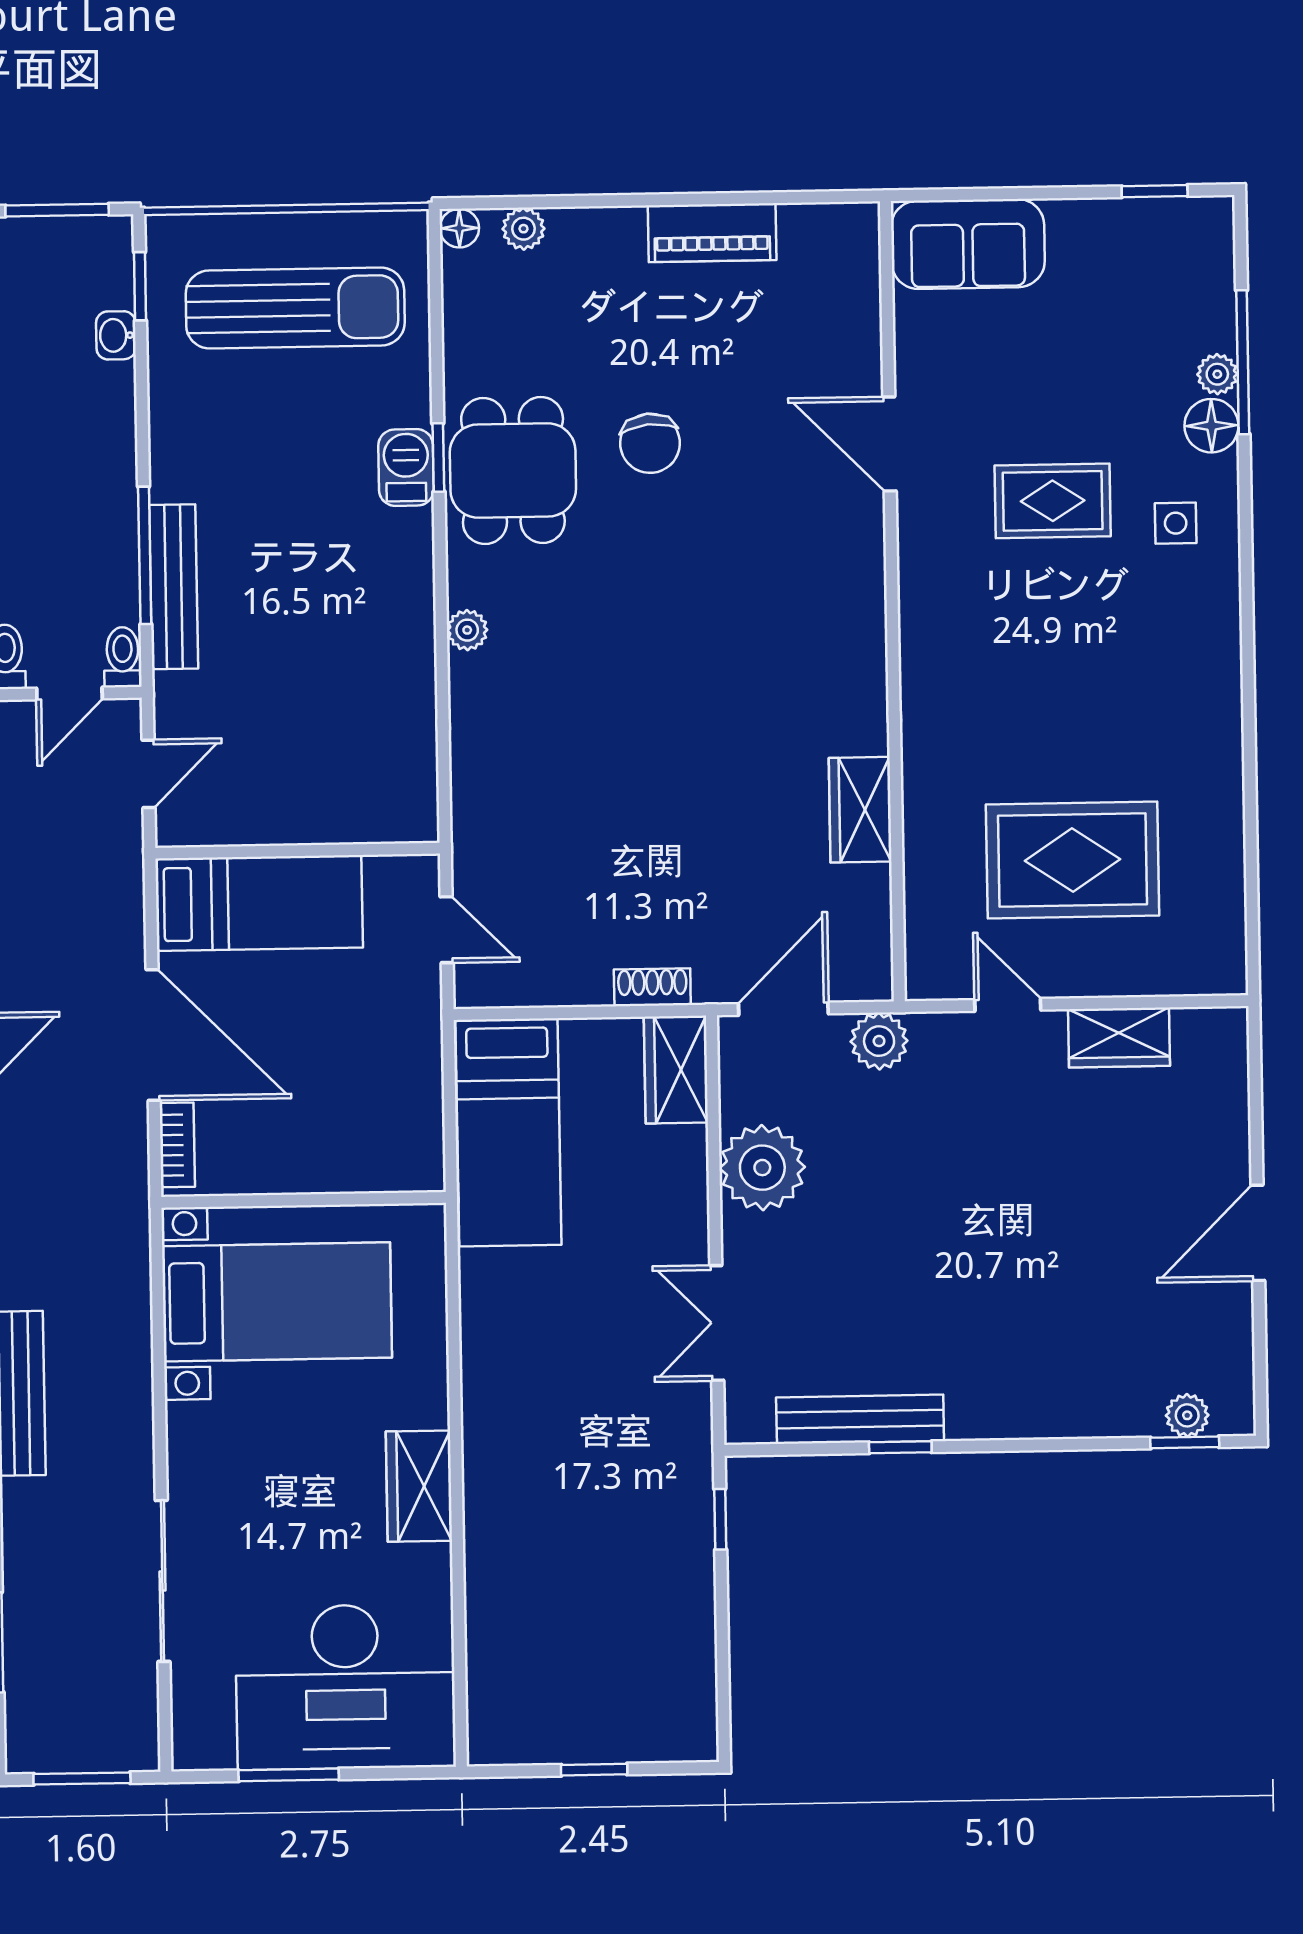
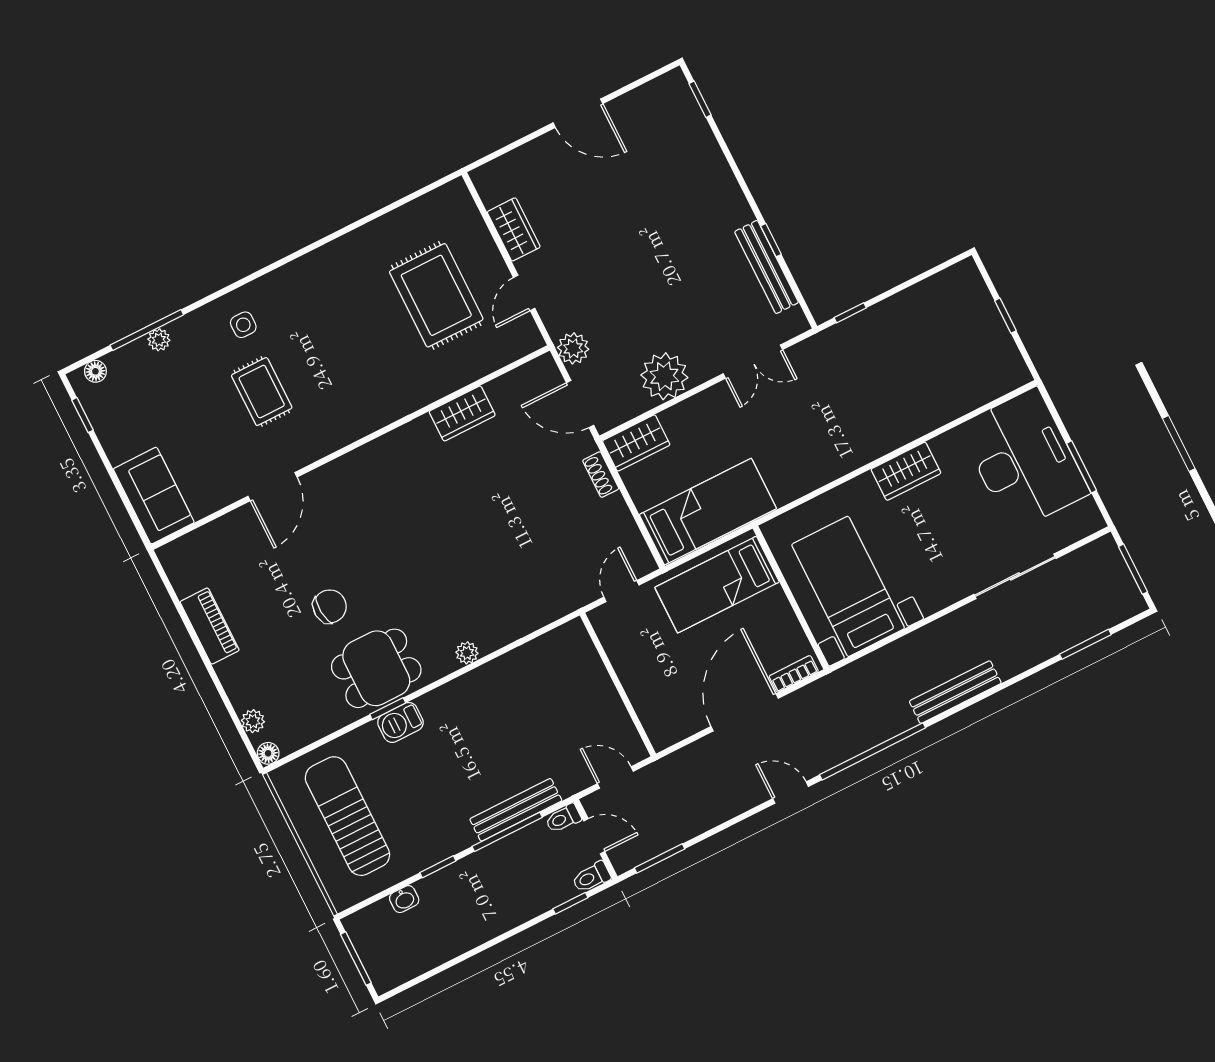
window: (140, 286) -> (438, 867), moved
floor lamp: (1211, 426) -> (95, 371), moved, width x0.73, depth x0.73
bed: (259, 903) -> (717, 585), moved, turned -90
plant: (1187, 1415) -> (686, 105), removed

